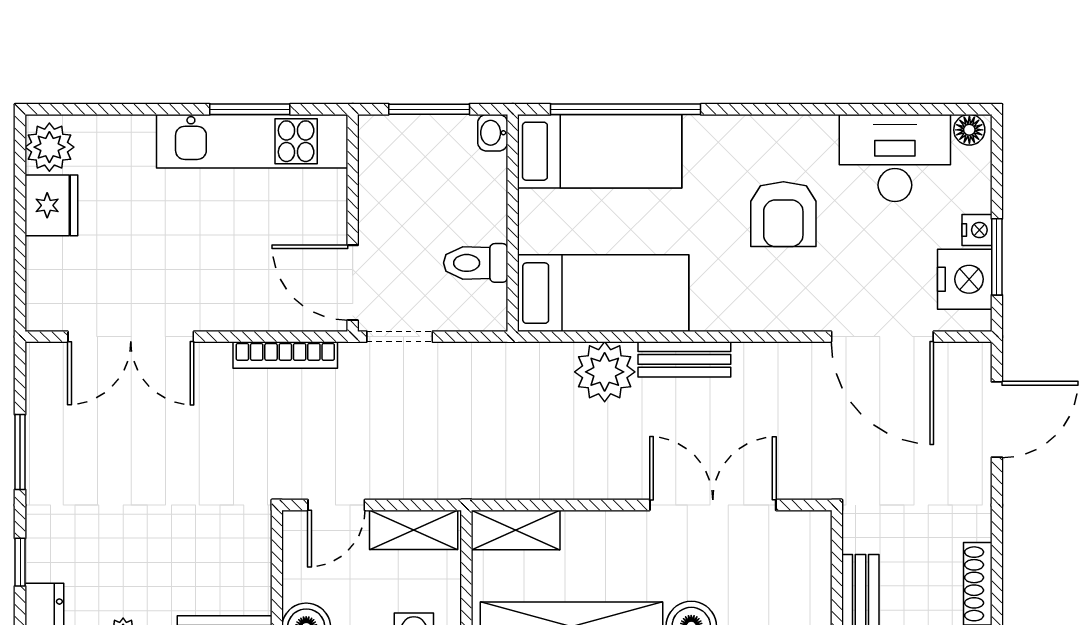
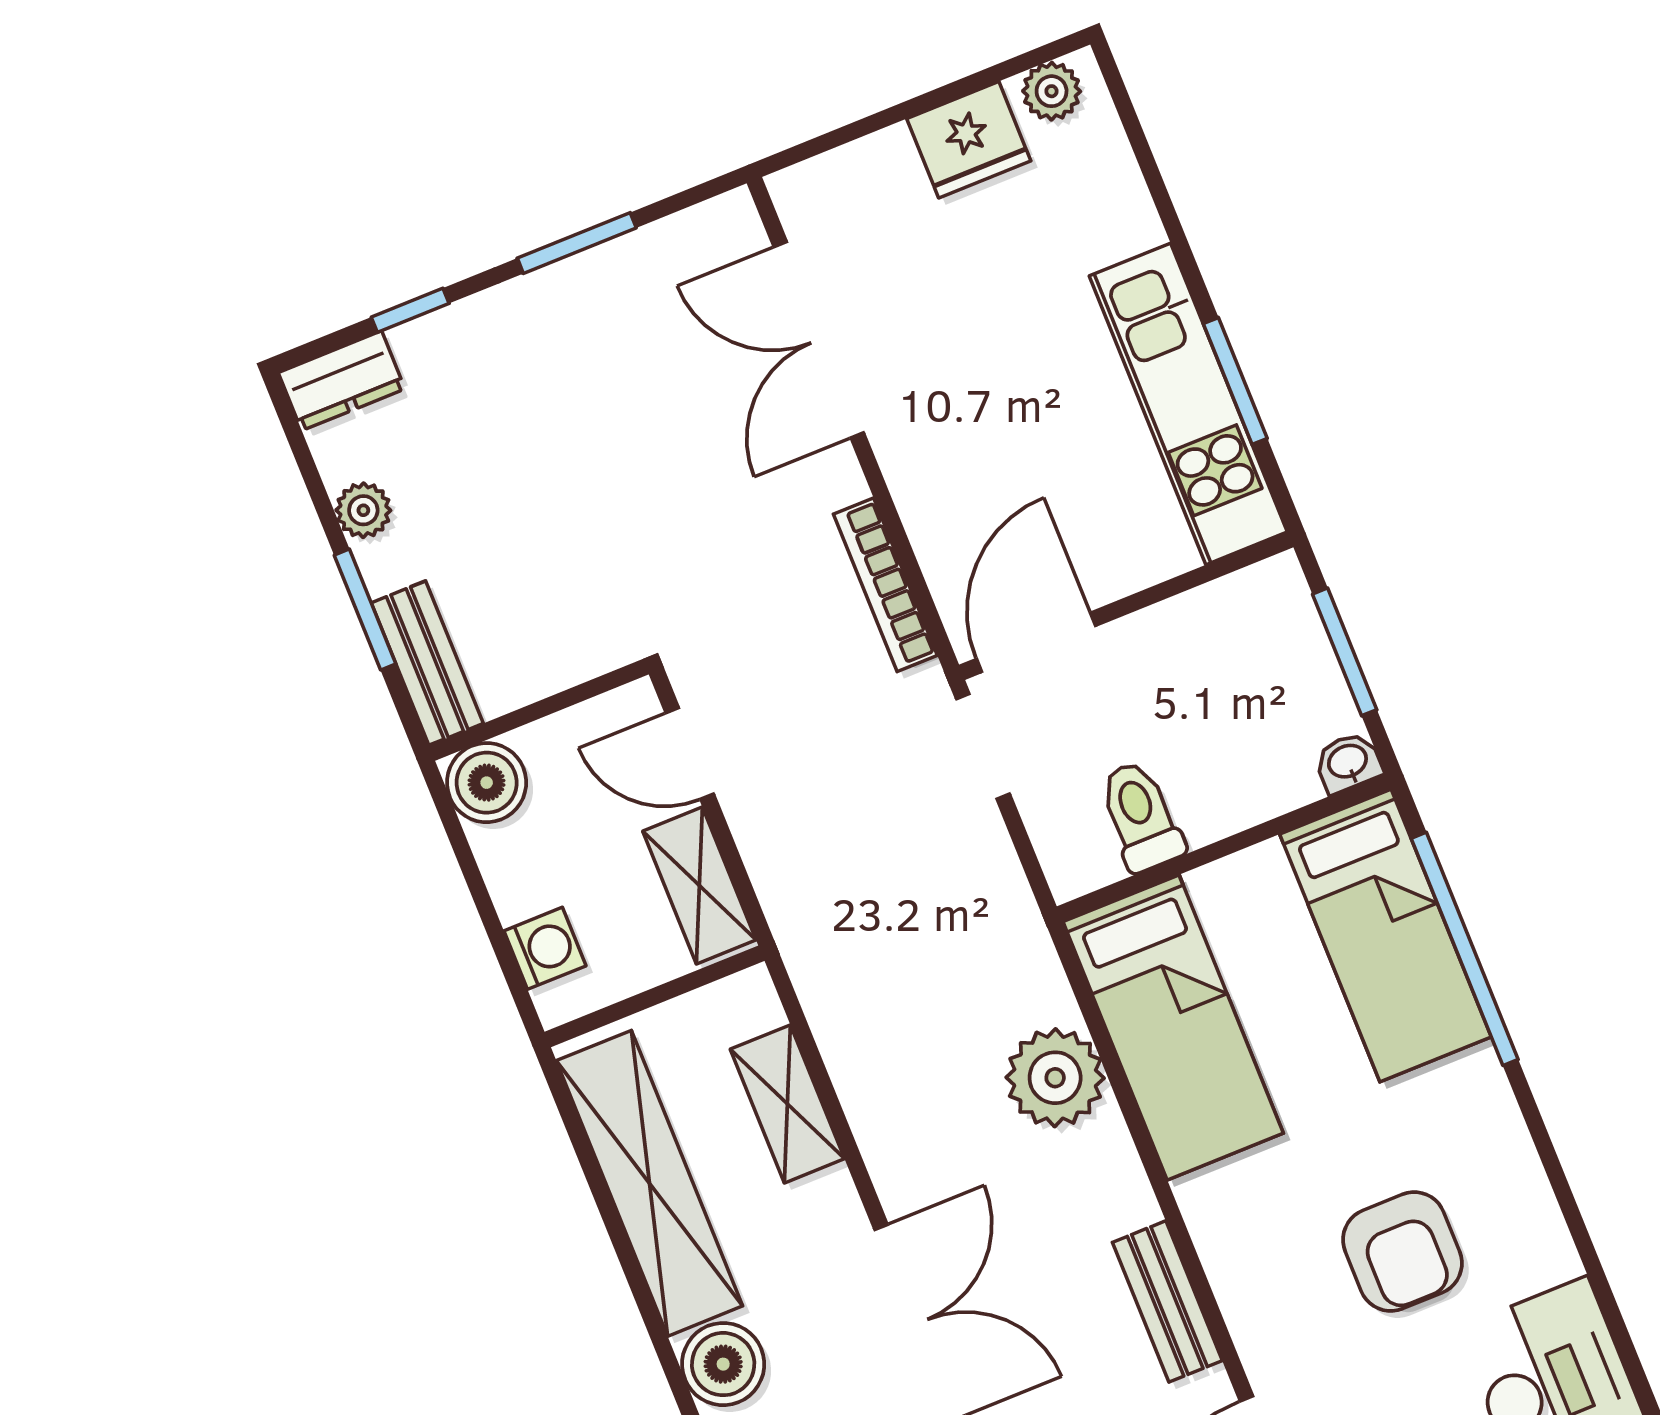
plant: (49, 147) -> (1052, 91), width x0.73, depth x0.73
armchair: (783, 214) -> (1402, 1252), turned -90
bench: (684, 359) -> (1167, 1301), moved
shelving: (516, 530) -> (787, 1104), moved

